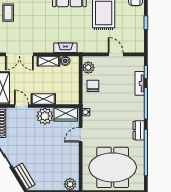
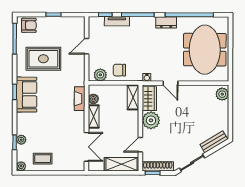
shelving: (43, 99) -> (133, 97), moved

